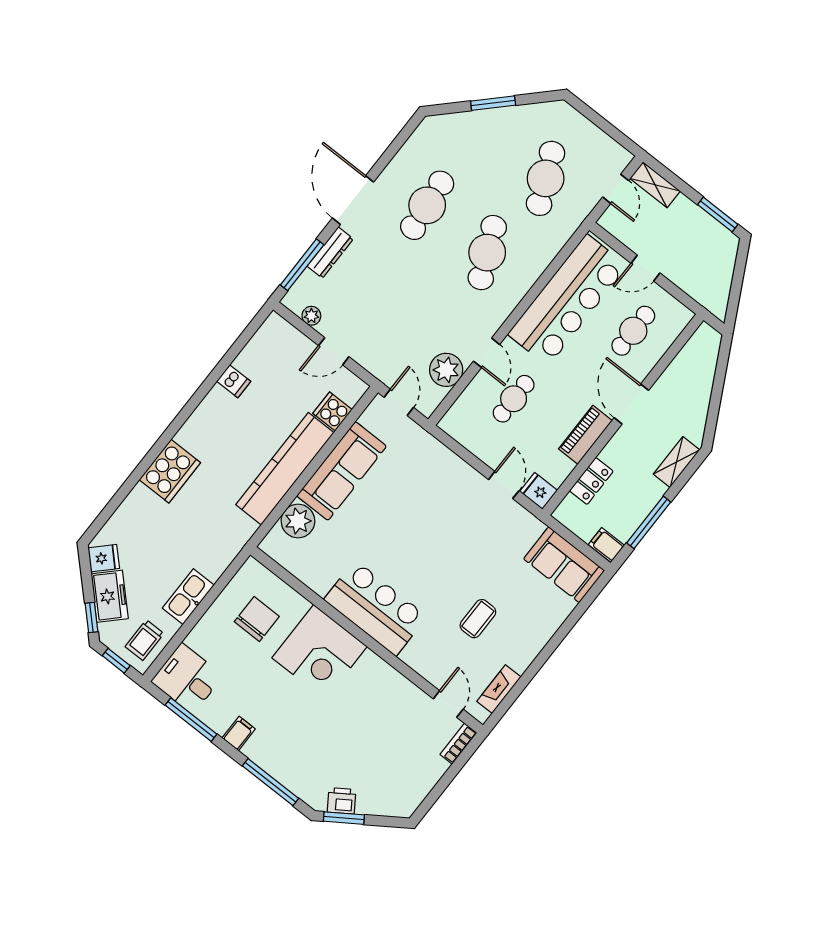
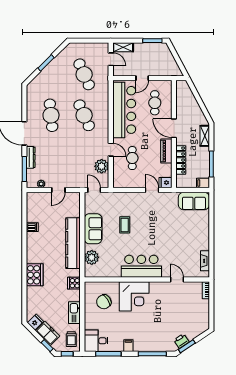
cooker: (332, 412) -> (74, 283), moved
sofa: (342, 471) -> (93, 229), width x0.73
locker: (591, 481) -> (181, 160), width x1.53
chair: (257, 619) -> (104, 302), turned -124
coffee table: (478, 619) -> (125, 225), moved
door: (448, 704) -> (177, 280), moved

